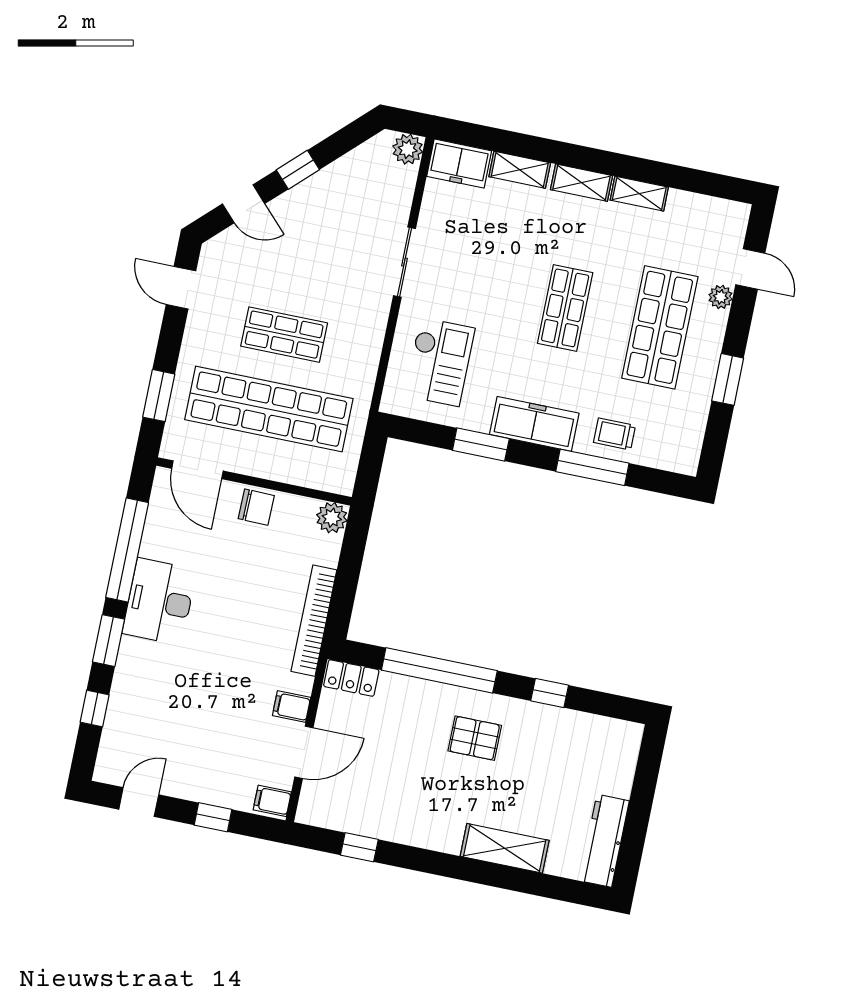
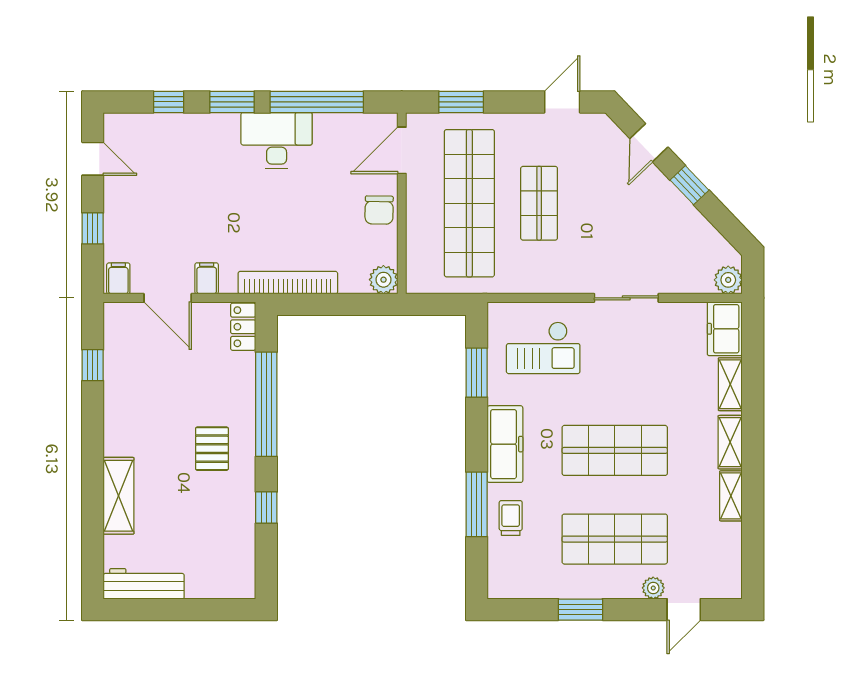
shop shelf: (565, 308) -> (615, 450), width x1.43, depth x1.36
window: (481, 444) -> (477, 373), moved

